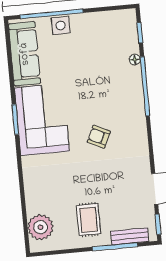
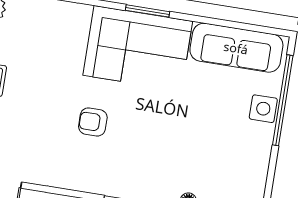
armchair: (99, 137) -> (93, 122), turned -115

